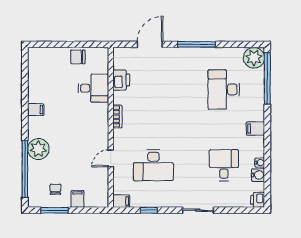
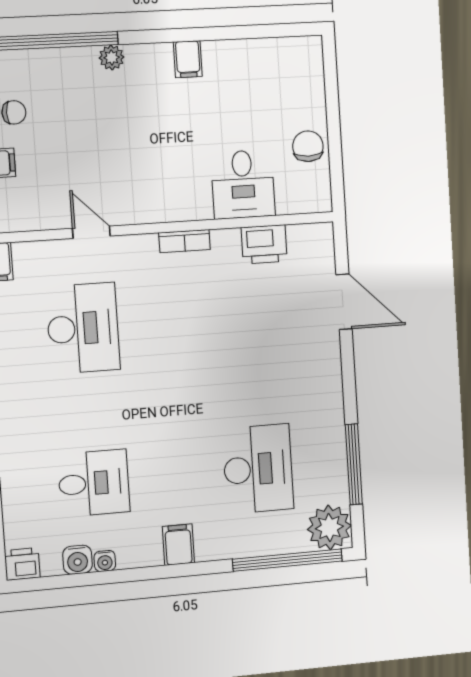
window: (196, 44) -> (354, 464), moved
desk: (224, 89) -> (258, 469), turned 90
plant: (38, 149) -> (112, 58), width x0.53, depth x0.53
desk: (153, 165) -> (83, 328), turned 180

